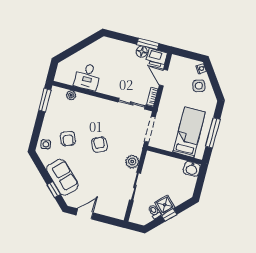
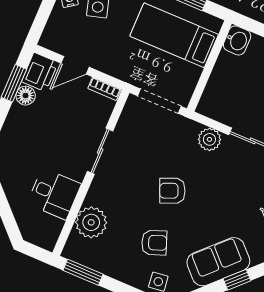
plant: (71, 95) -> (91, 222), width x1.88, depth x1.88
sliding door: (132, 104) -> (100, 151), moved

